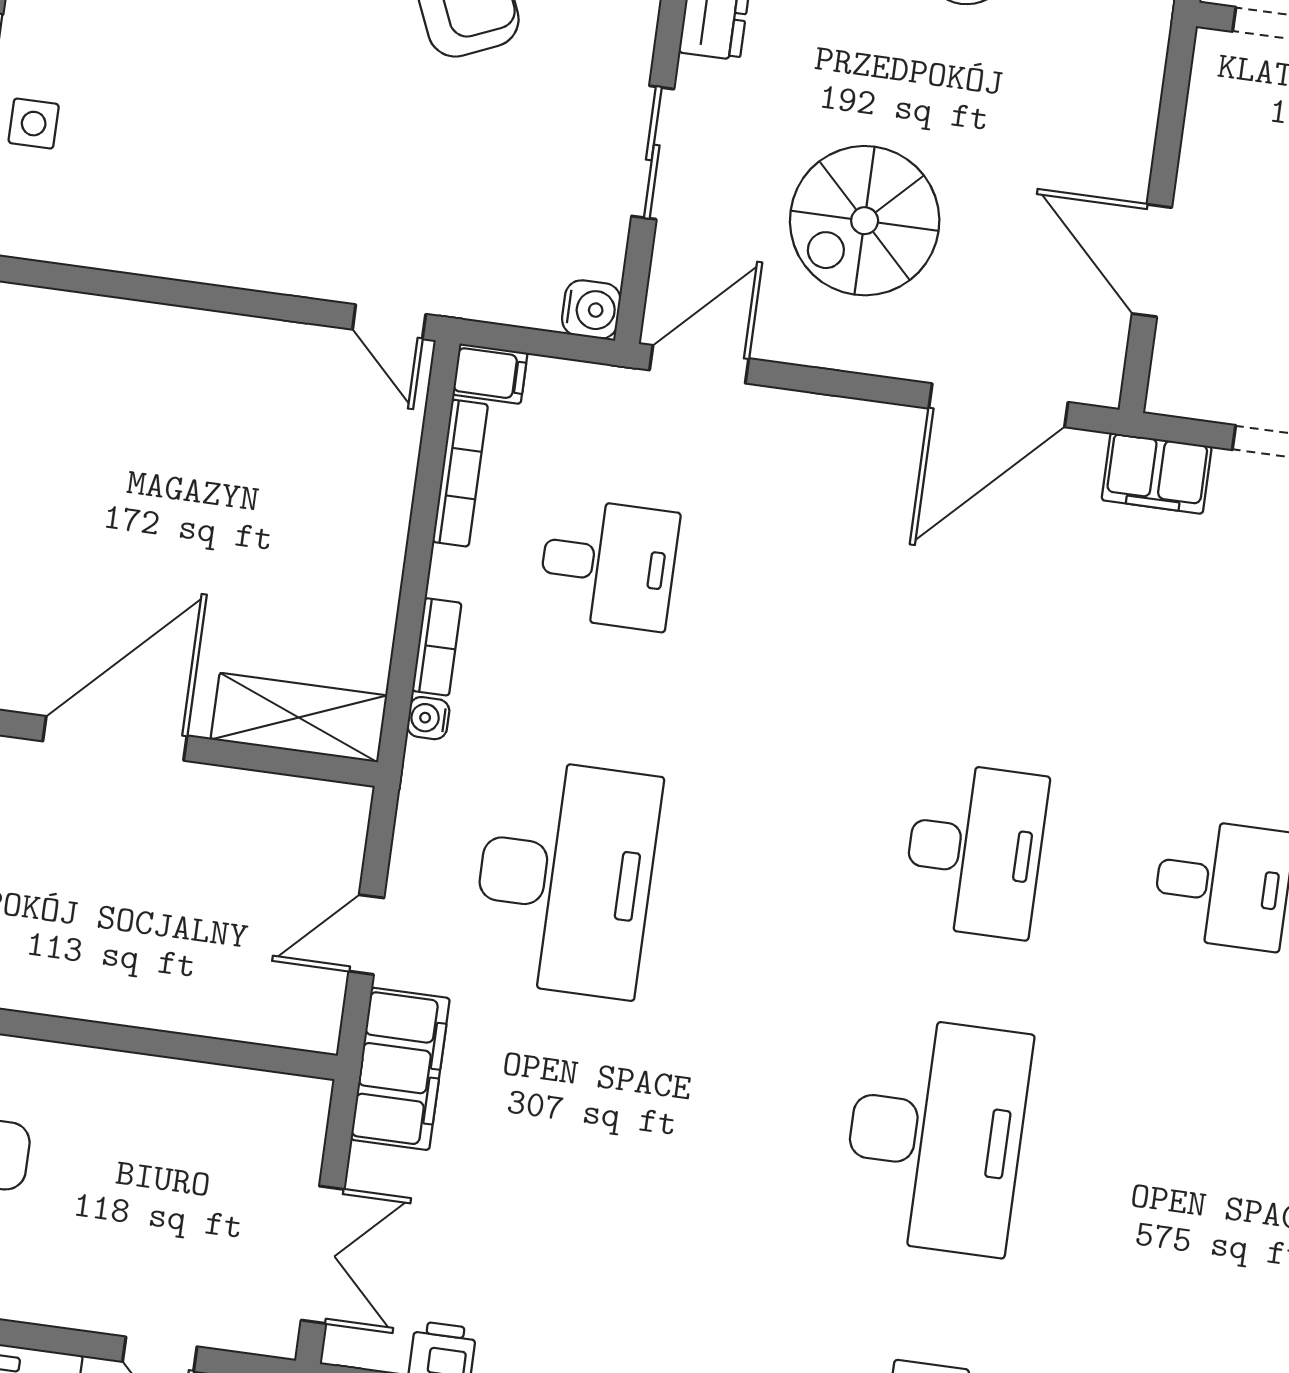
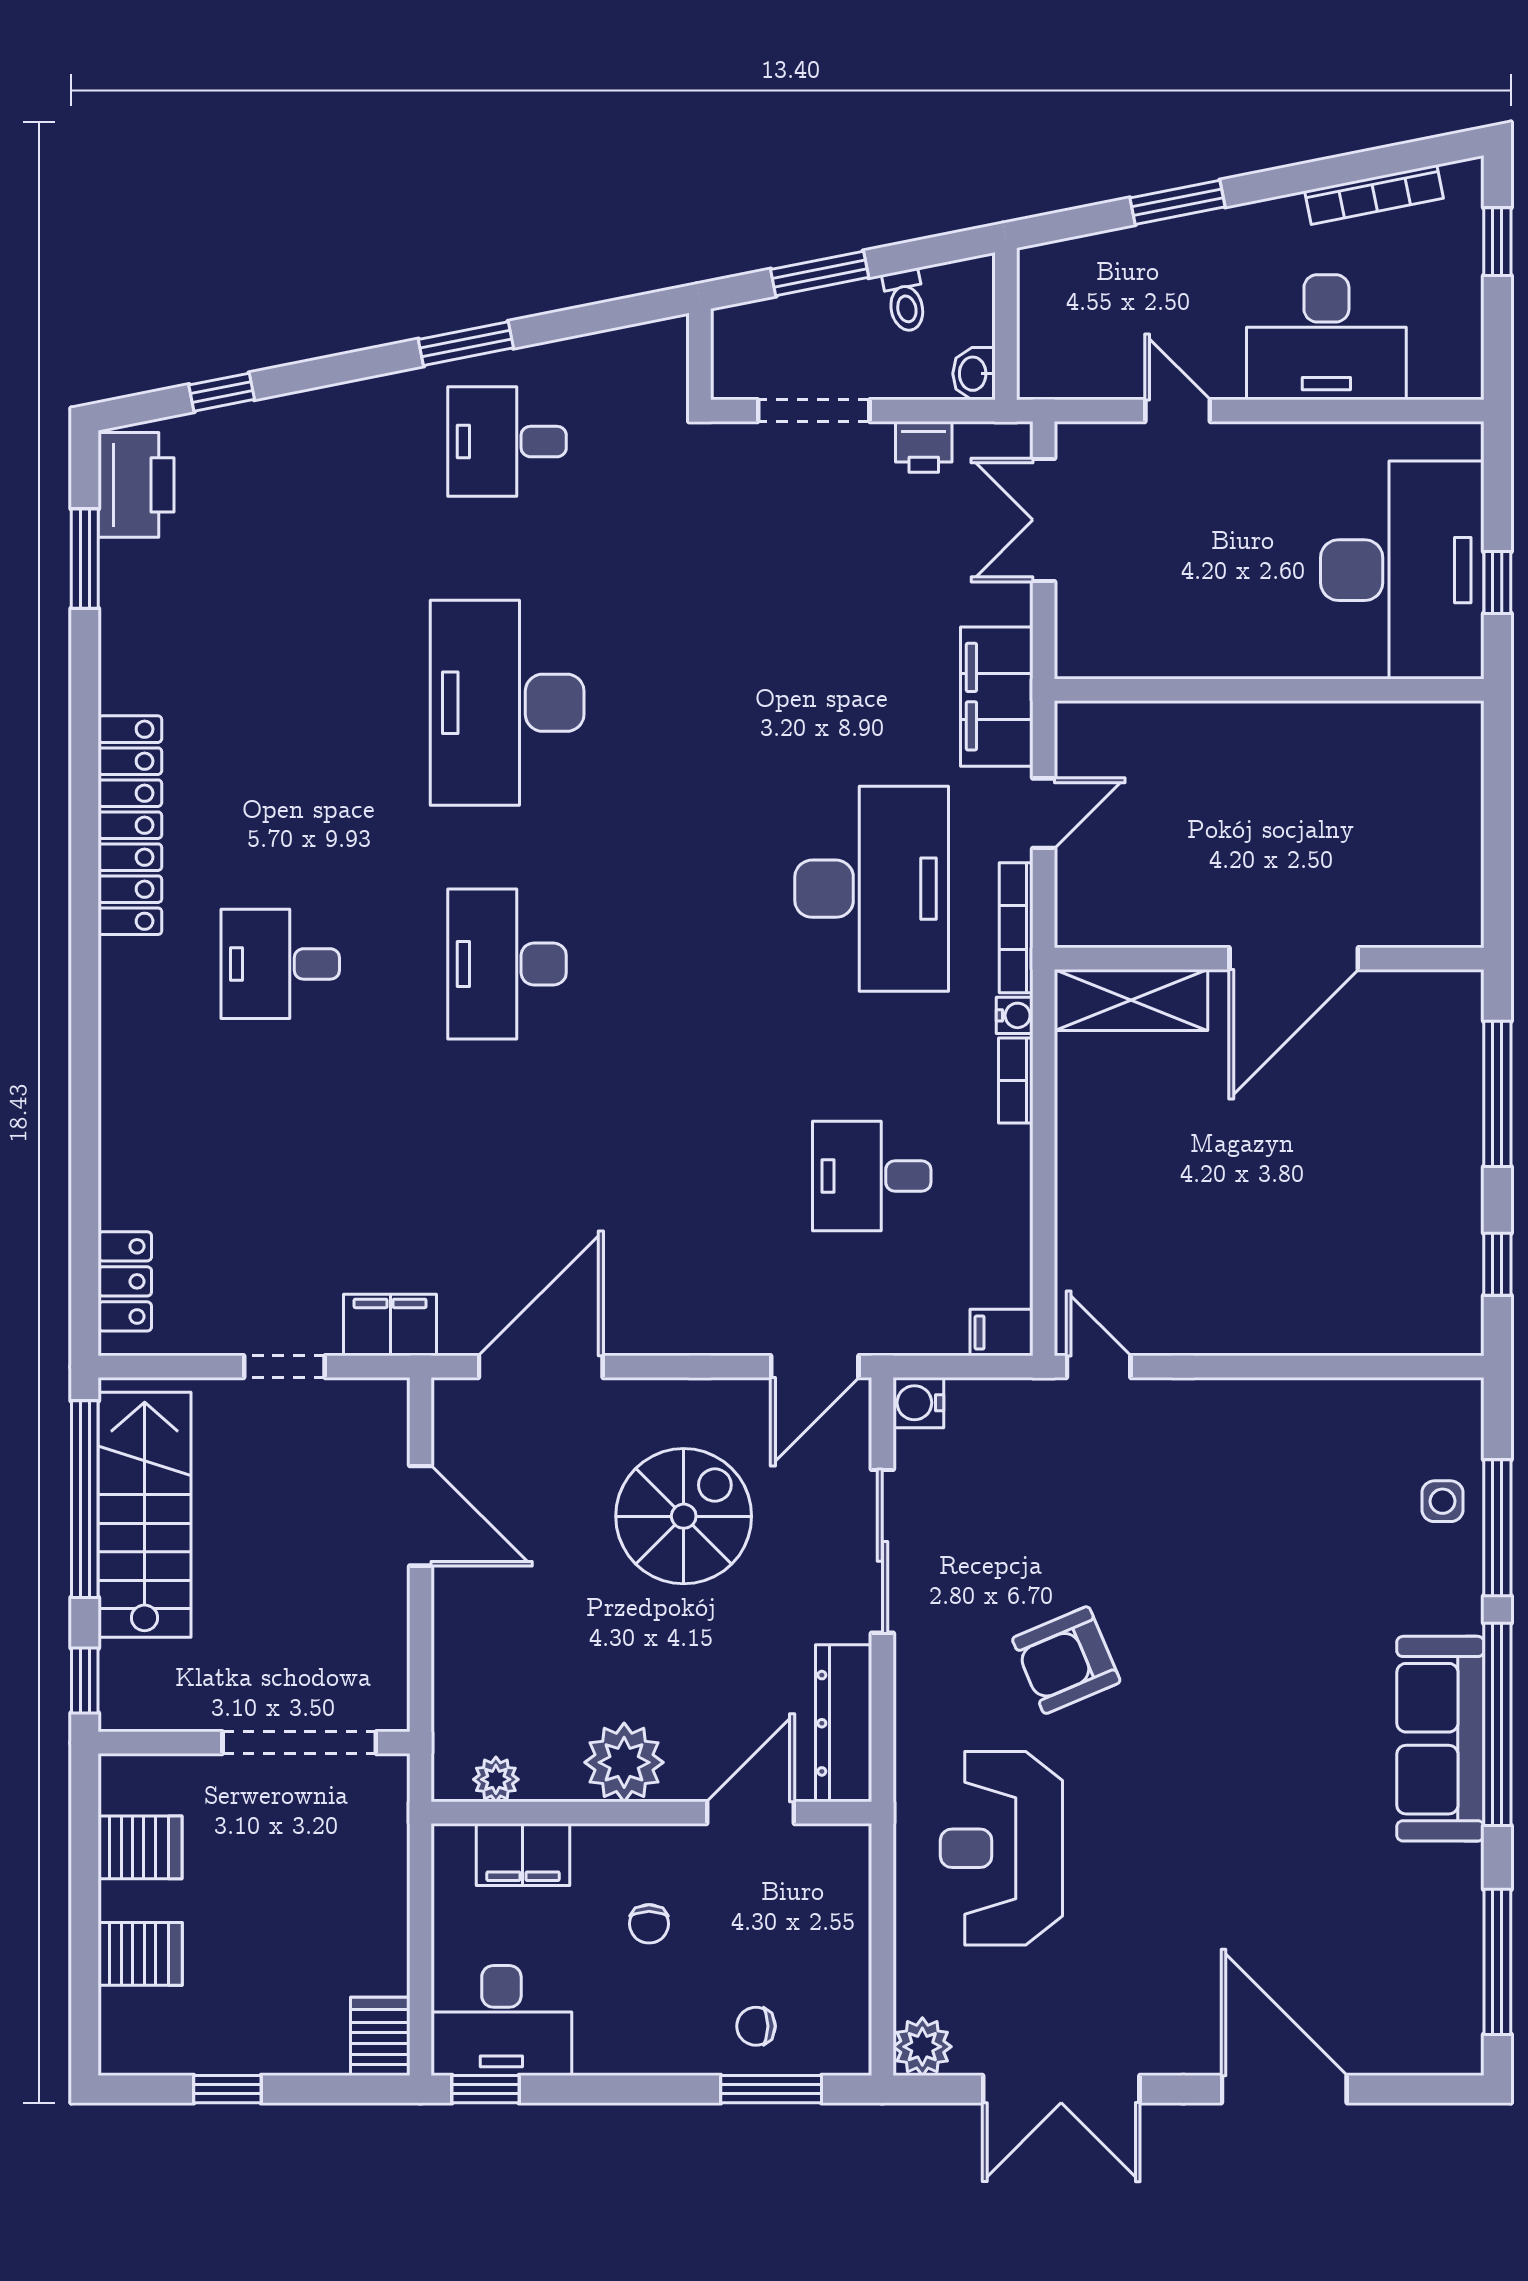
sliding door: (653, 153) -> (882, 1551), width x1.37
bookcase: (460, 473) -> (1016, 928), moved
desk: (565, 878) -> (872, 889), turned 180

